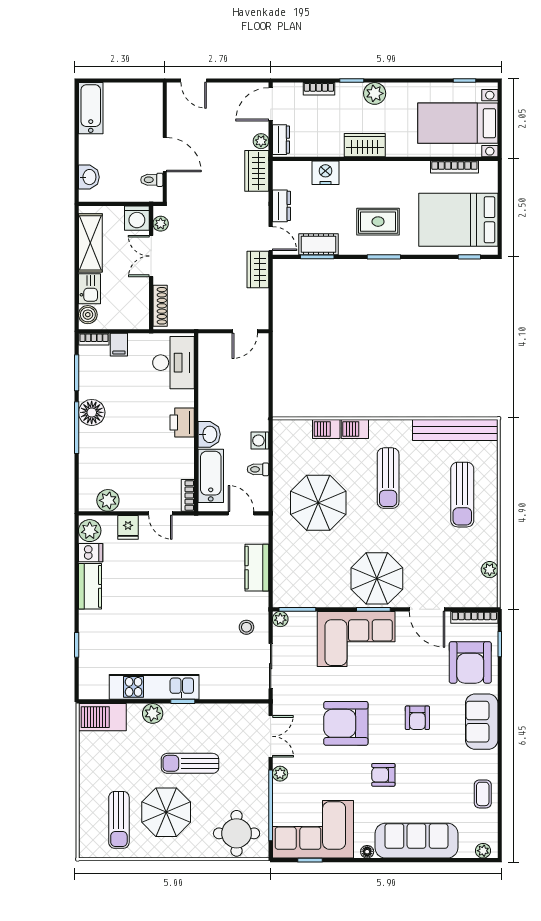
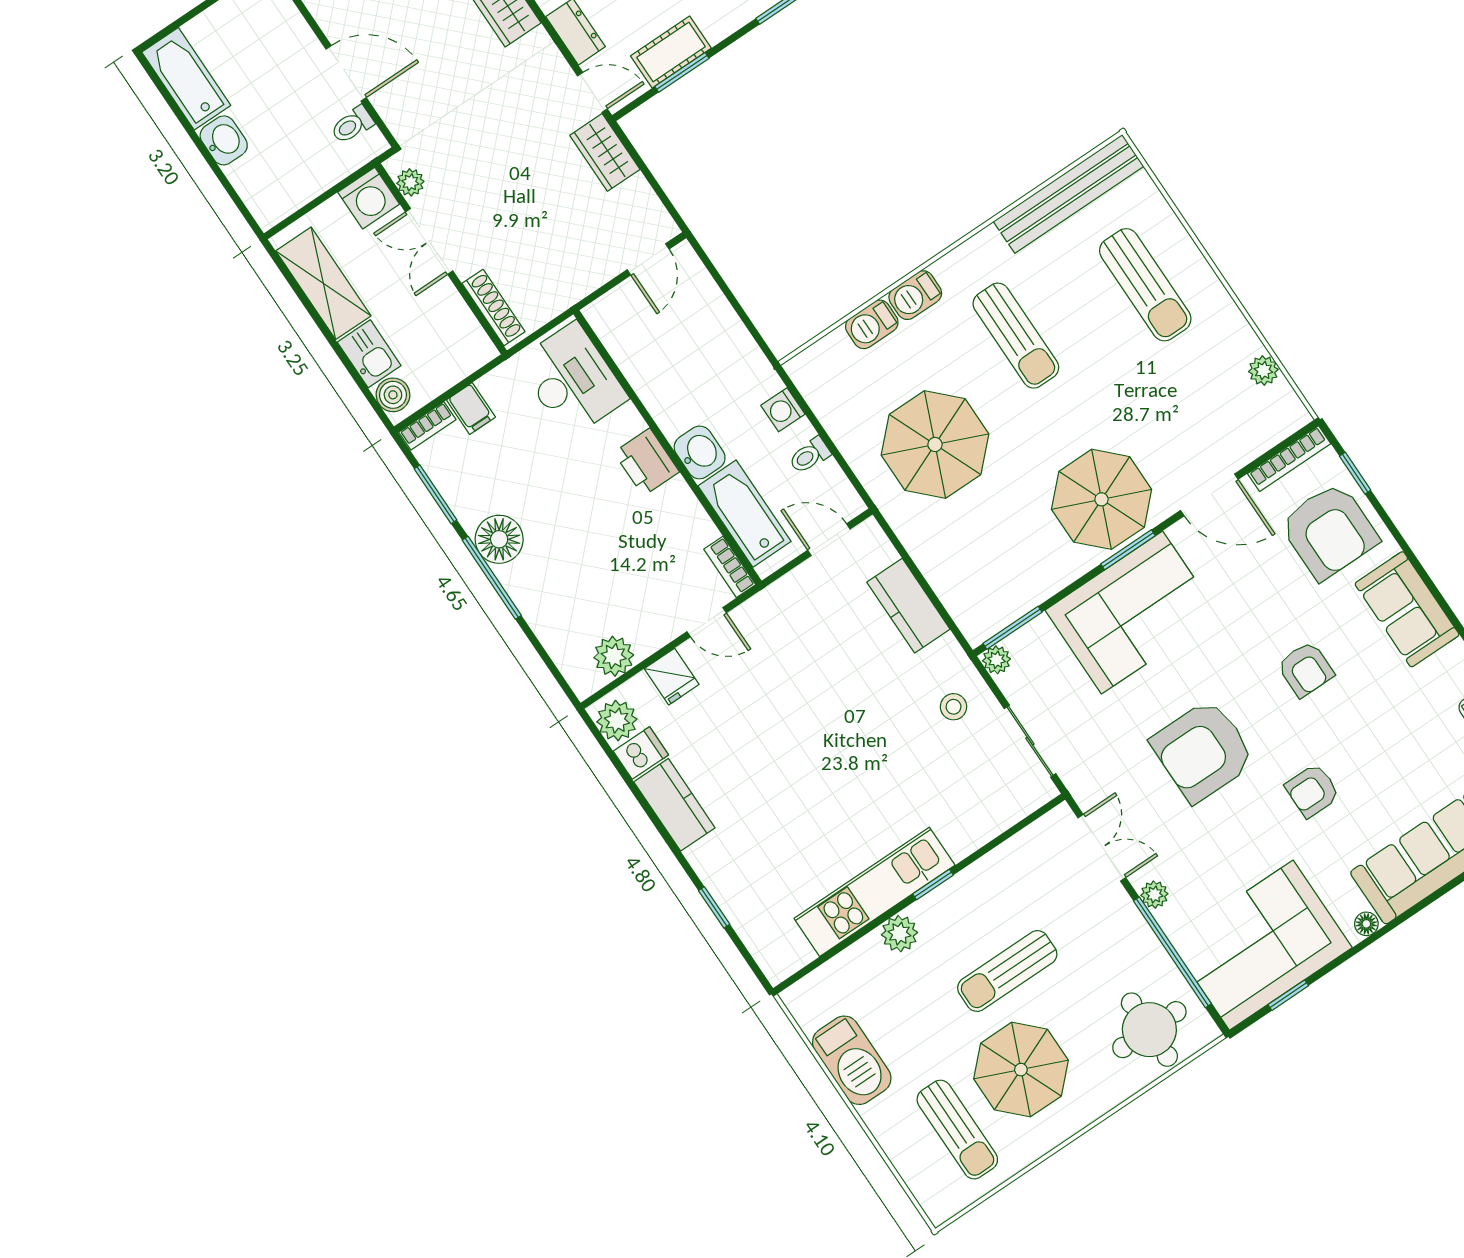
washbasin: (89, 177) -> (224, 140), moved
barbecue: (102, 717) -> (852, 1060), moved, turned -90

